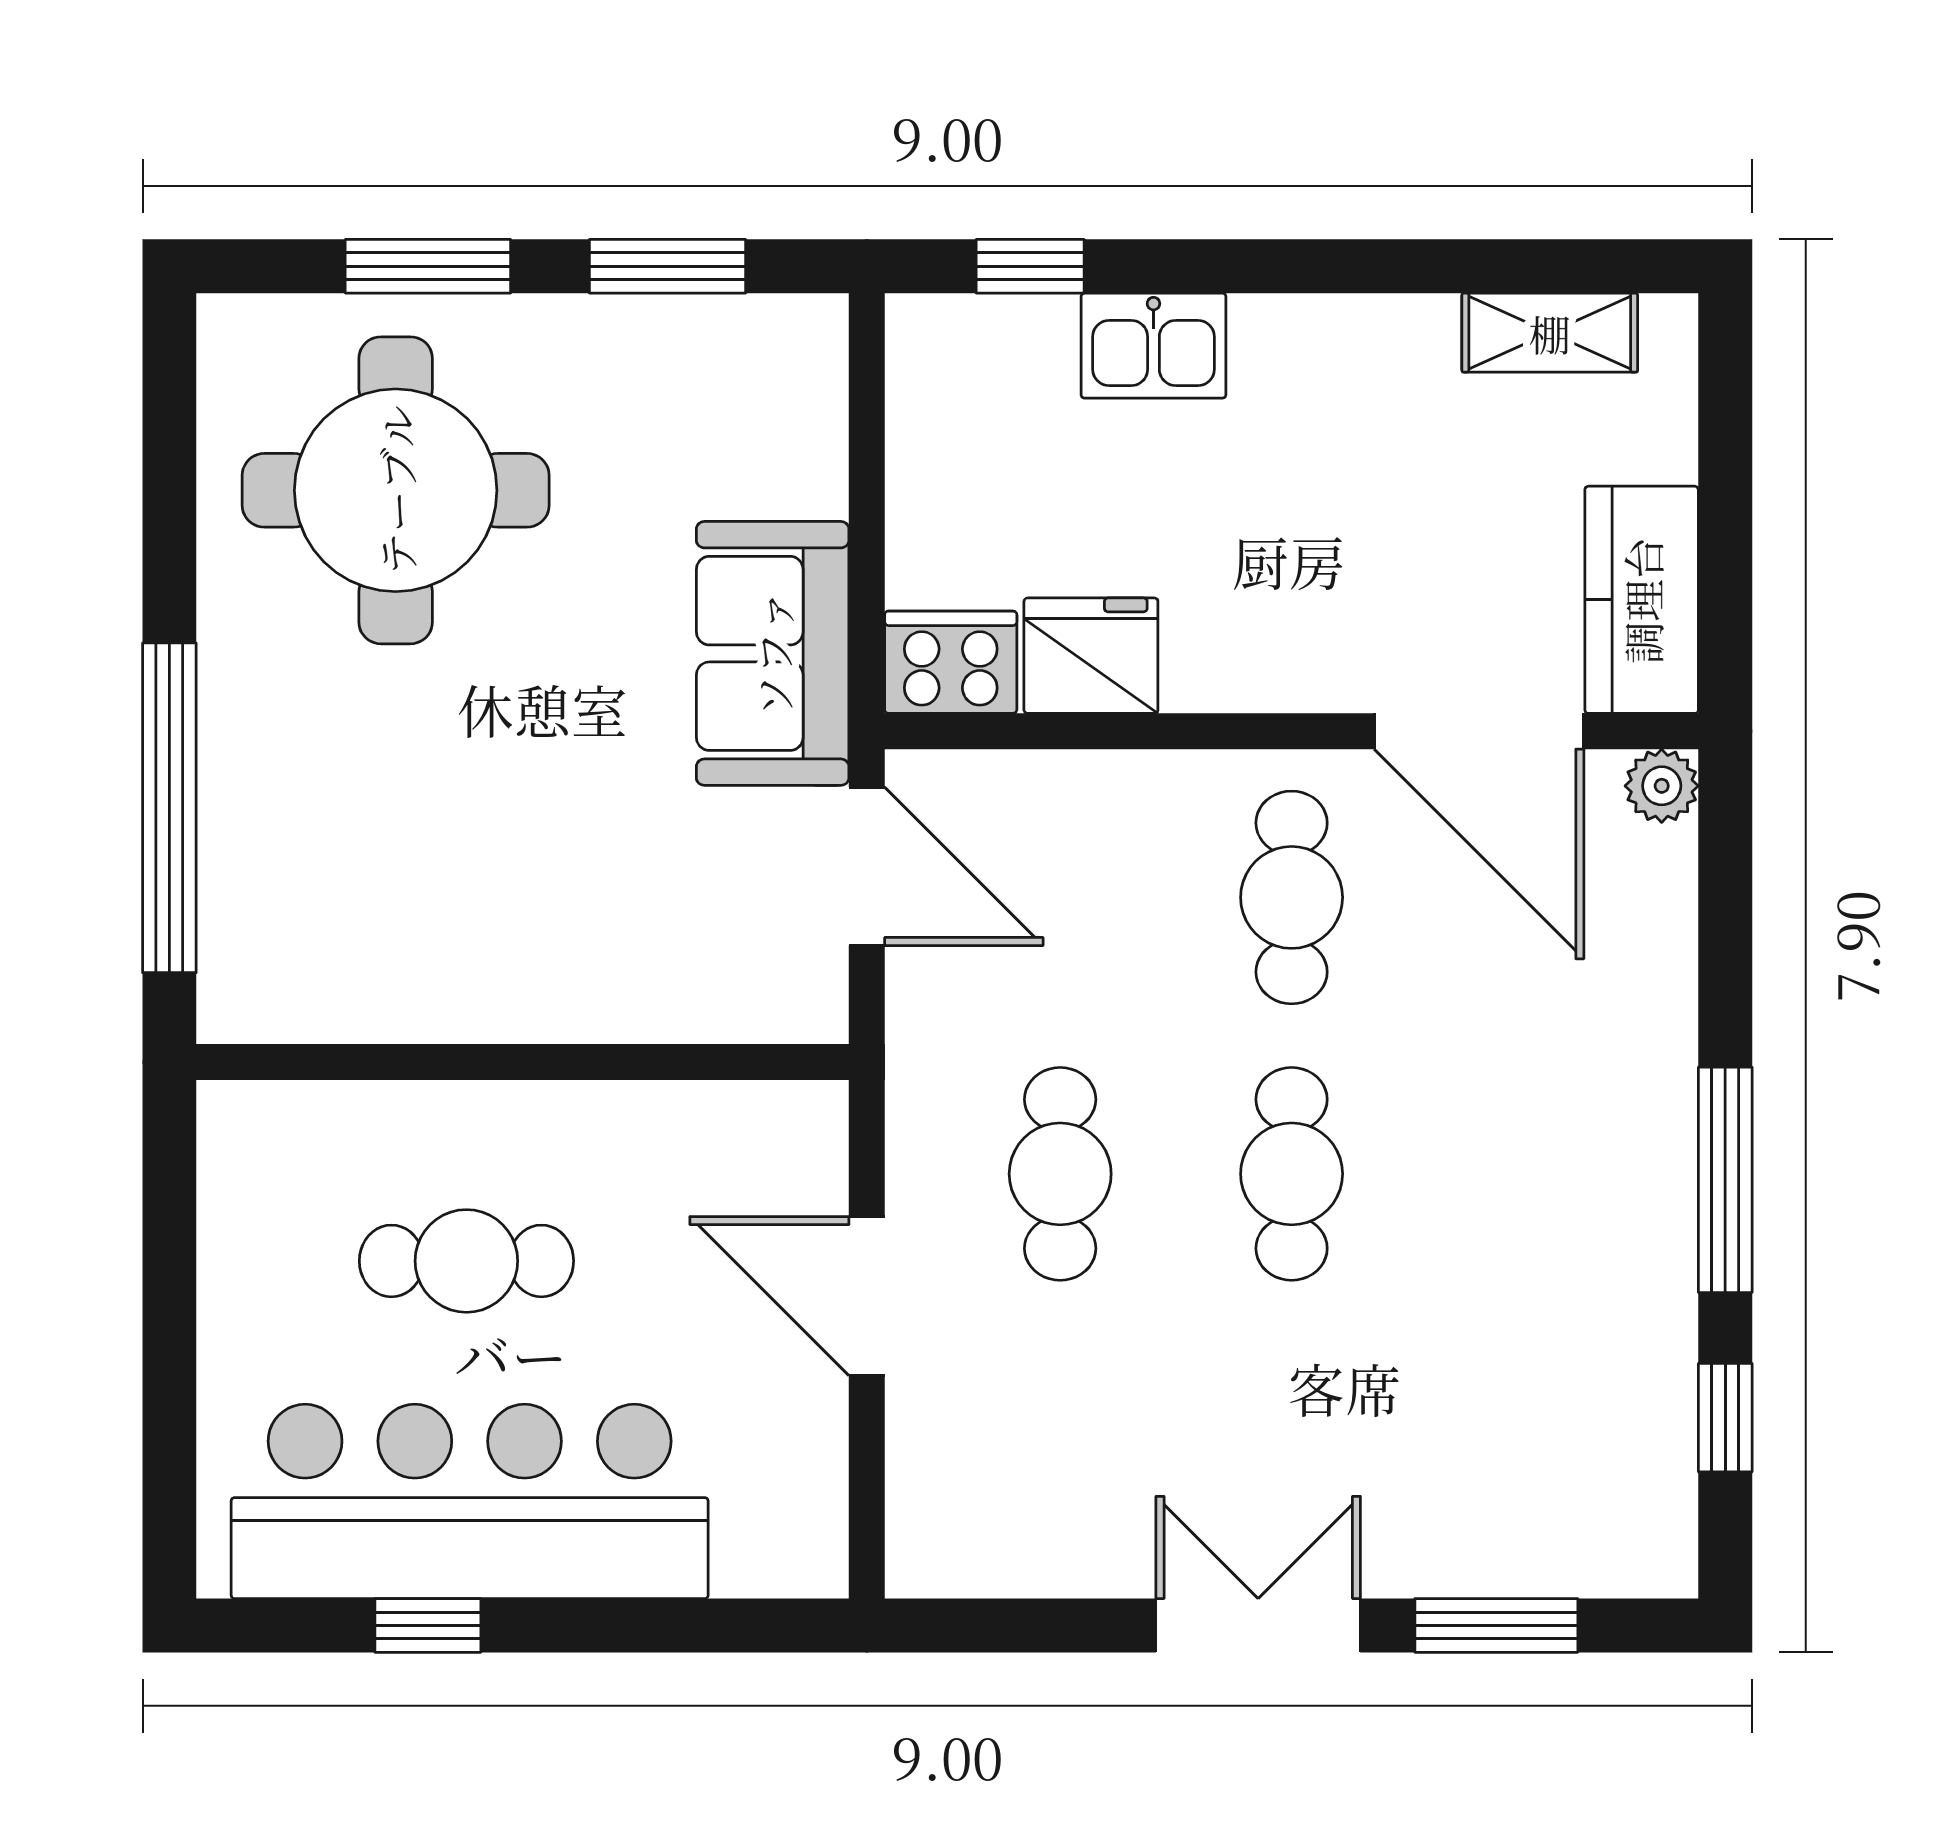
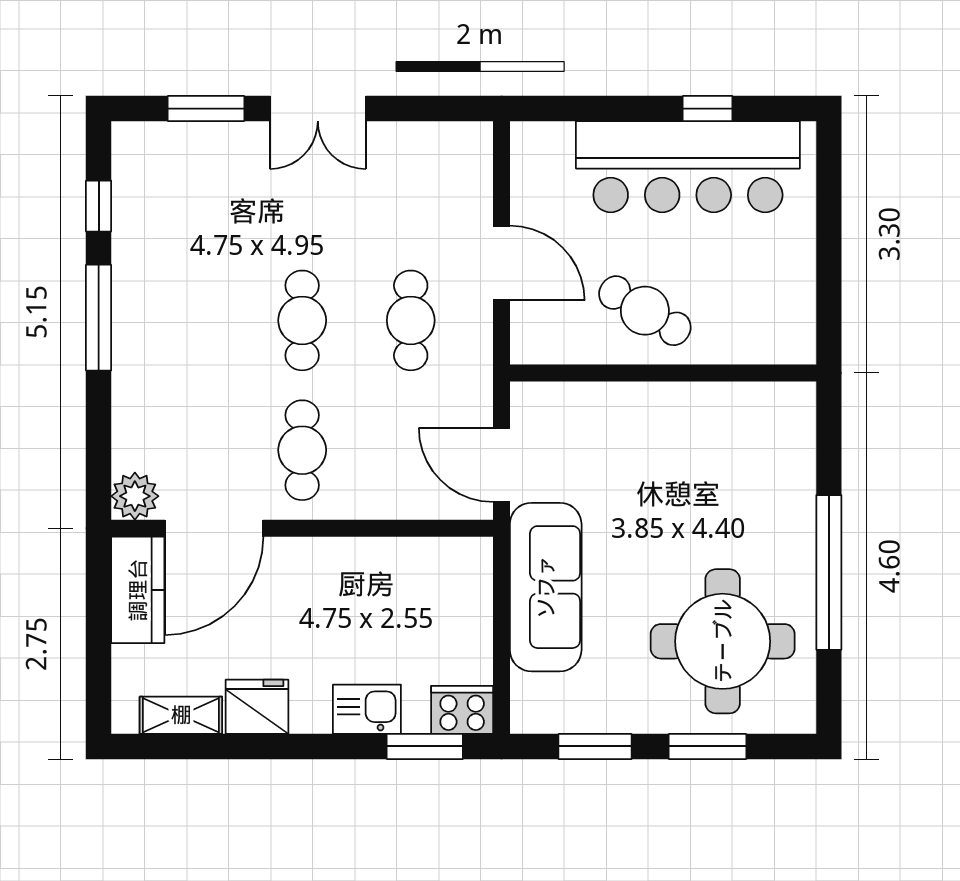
window: (1030, 266) -> (425, 746), width x1.50
sofa: (773, 653) -> (546, 587), width x1.36
fridge: (1091, 656) -> (257, 707), moved, turned 180
cooker: (951, 662) -> (462, 710), moved, turned 180
door: (1479, 731) -> (214, 528), swing flipped
plant: (1662, 786) -> (135, 496), width x1.38, depth x1.38
window: (169, 808) -> (829, 572), moved
cafe table: (466, 1261) -> (645, 311), moved, turned 31

